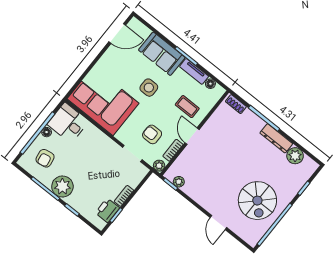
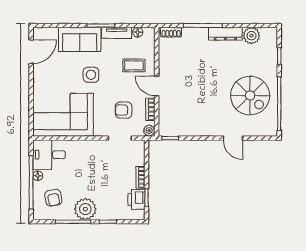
plant: (179, 182) -> (175, 131), removed

